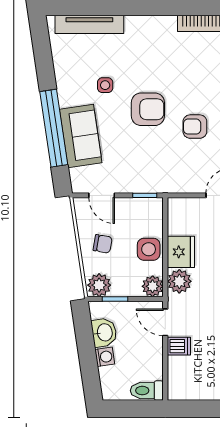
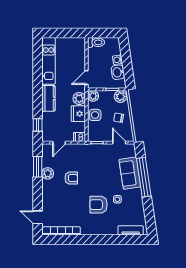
tv unit: (89, 24) -> (131, 230), width x0.71
armchair: (148, 109) -> (99, 205), moved
door: (165, 322) -> (86, 77), swing flipped
dishwasher: (179, 346) -> (79, 137), moved

